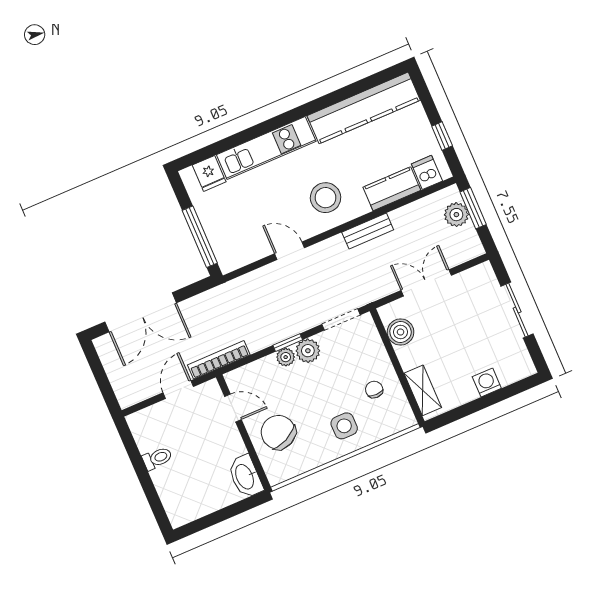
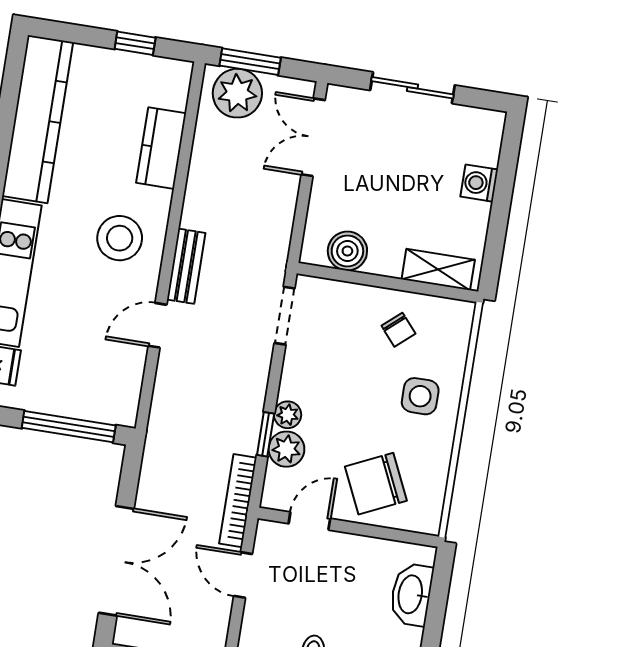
dishwasher: (427, 172) -> (169, 91), removed
plant: (456, 215) -> (237, 93), width x1.36, depth x1.36
bench: (368, 231) -> (186, 266), moved
double door: (426, 283) -> (313, 137), moved
window: (288, 343) -> (266, 434), moved
plant: (308, 351) -> (286, 449), moved
chair: (374, 390) -> (398, 330), turned -131
washbasin: (245, 476) -> (411, 594), moved, turned 90

